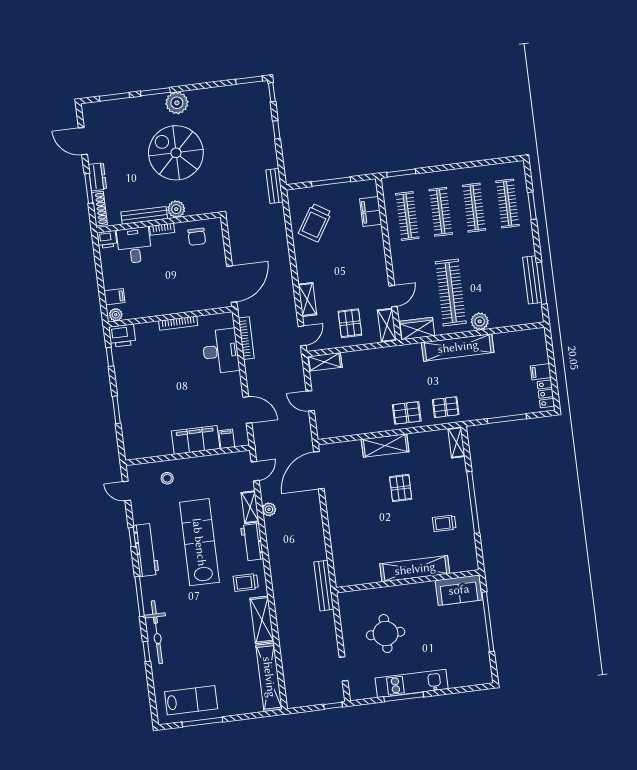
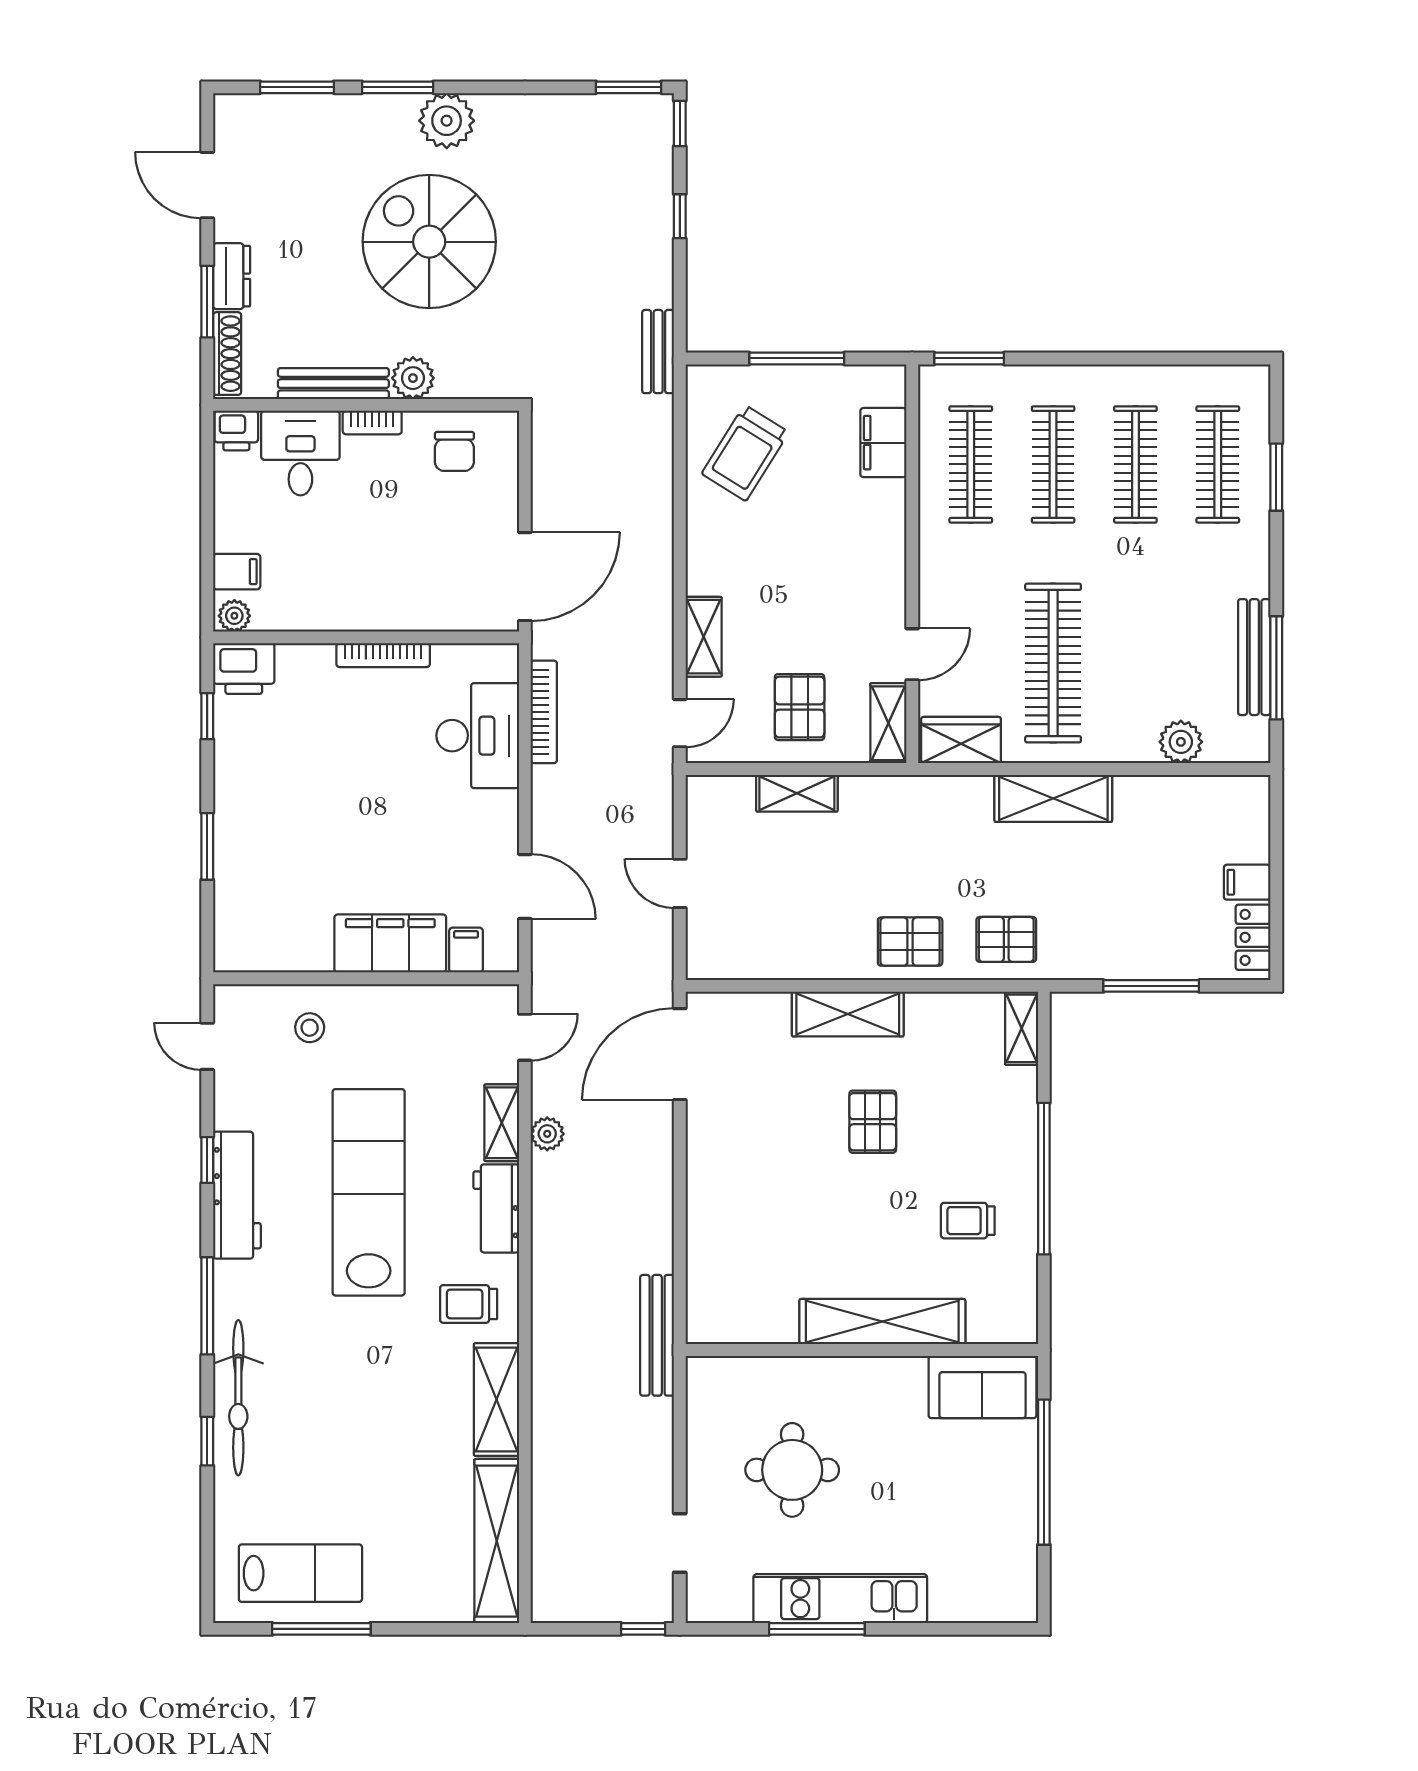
plant: (480, 321) -> (1181, 742), moved
shelving: (458, 347) -> (1053, 798), width x0.68
shelving: (325, 362) -> (797, 793), moved

